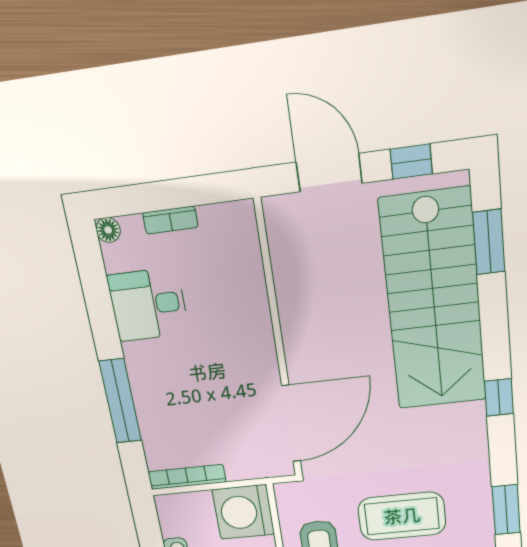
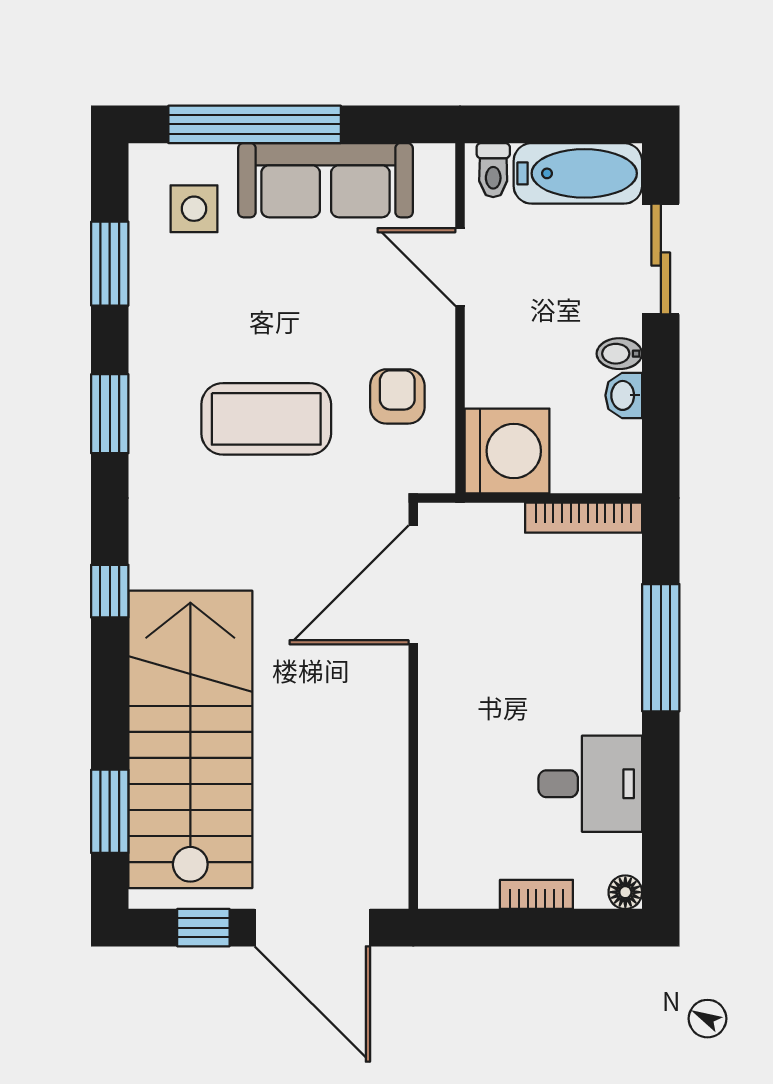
door: (329, 173) -> (312, 928), width x1.36

